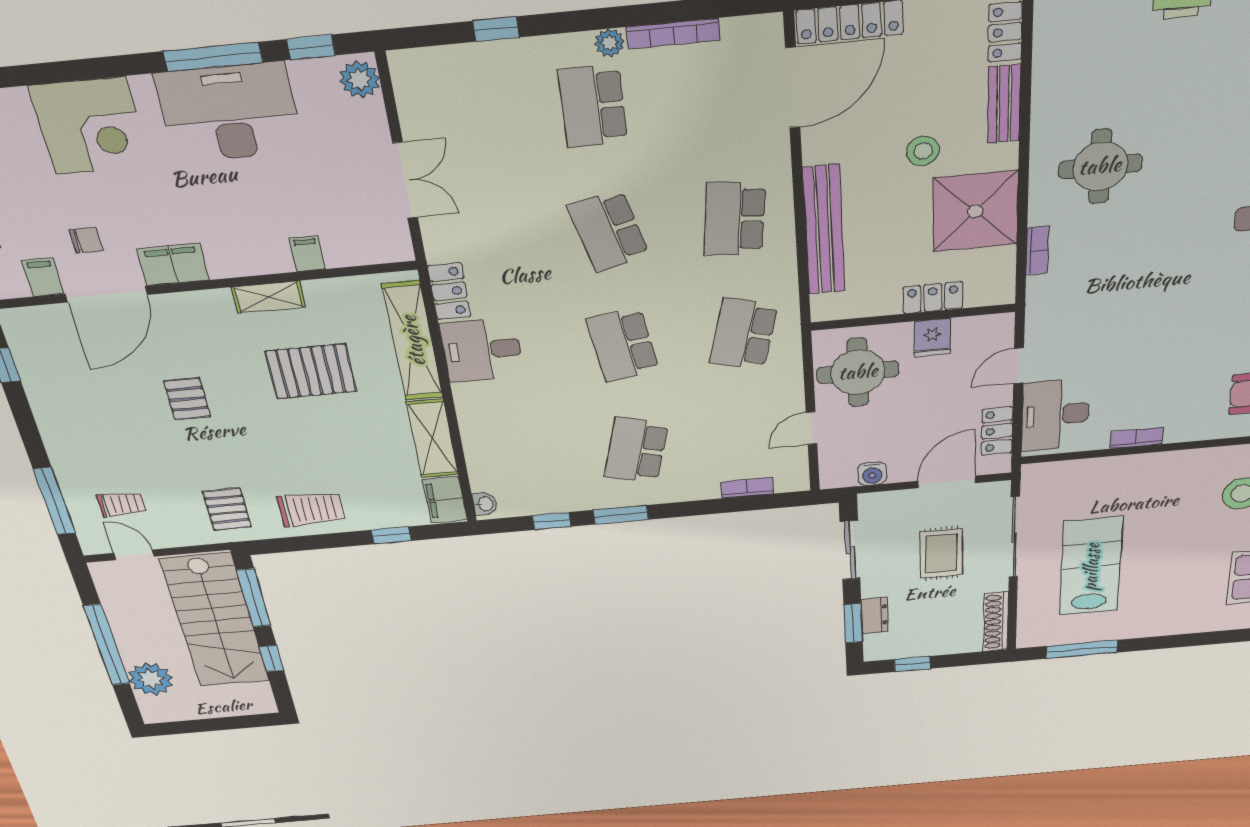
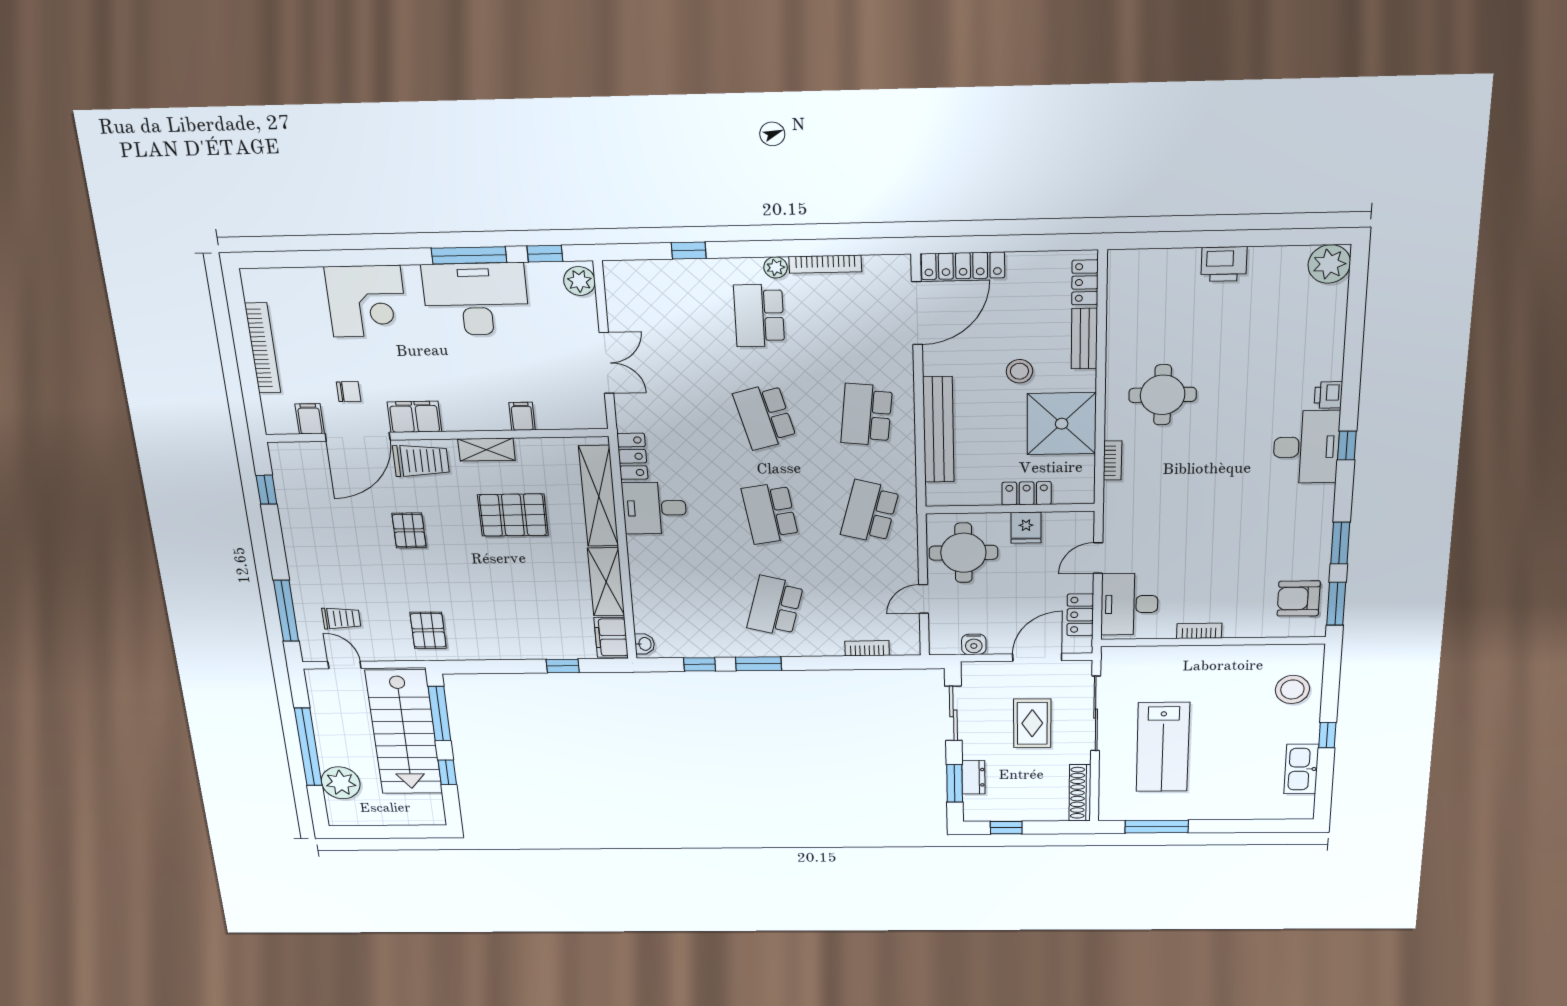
trolley: (311, 509) -> (421, 461), moved
lab bench: (1091, 567) -> (1163, 747), turned 180

